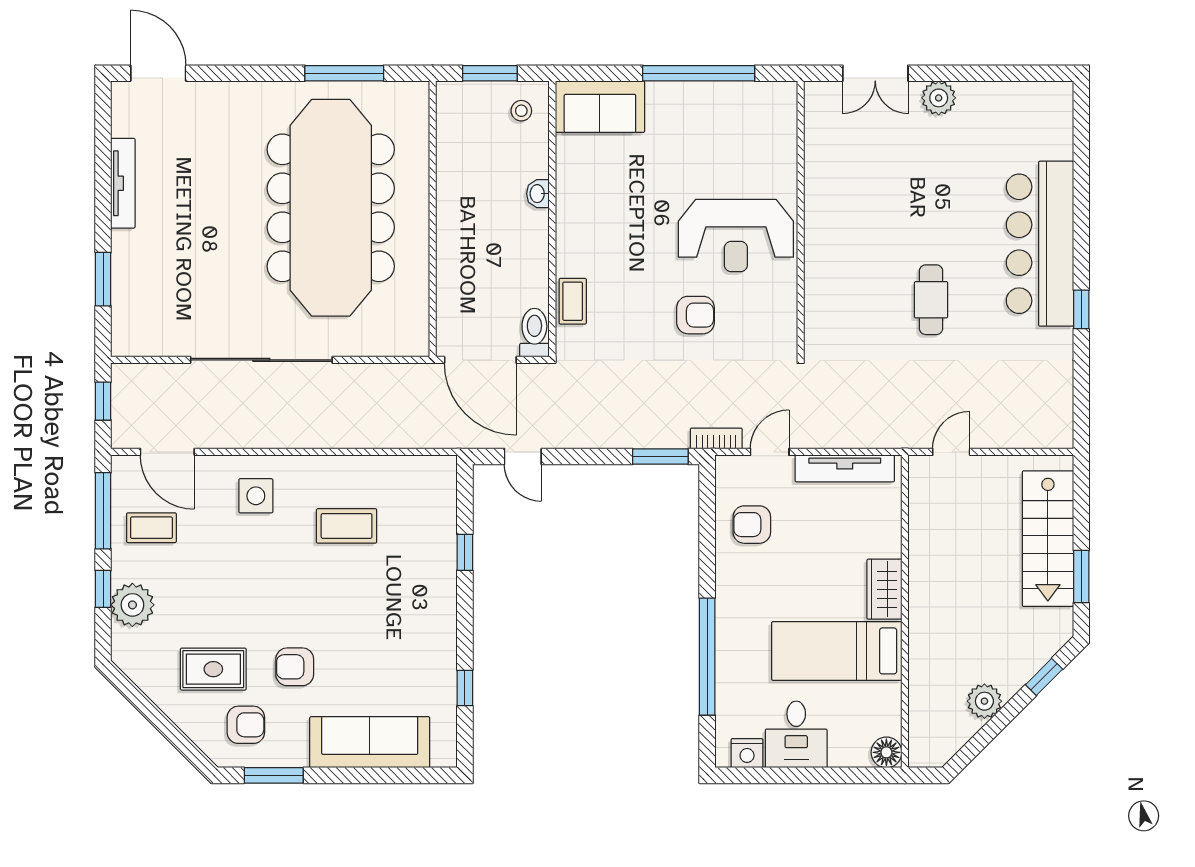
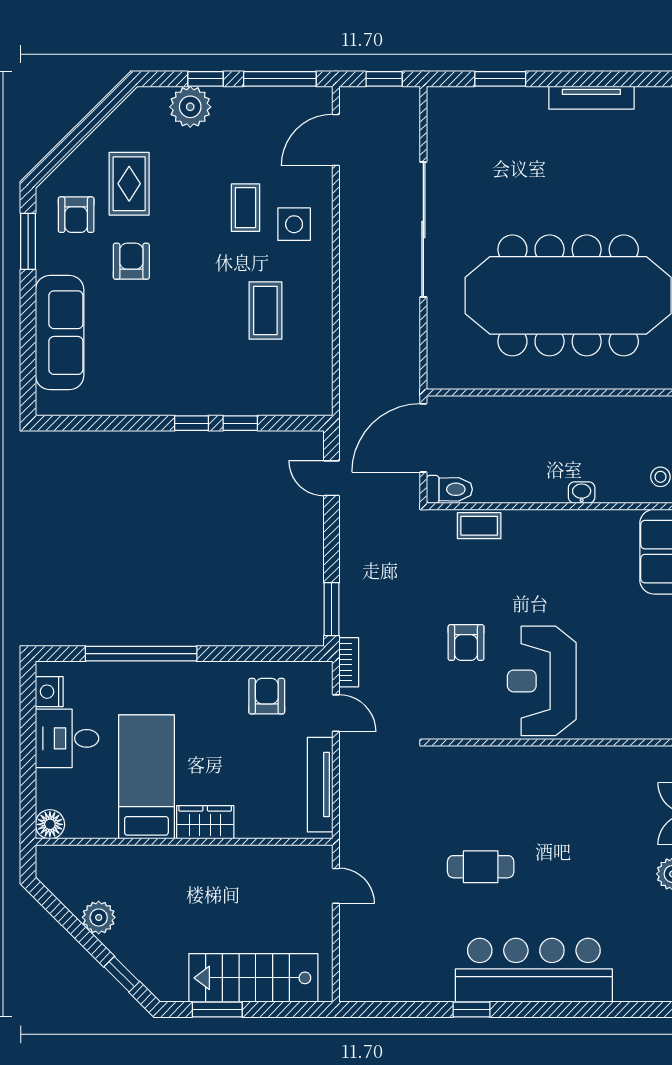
door: (523, 456) -> (331, 478), hinge flipped
coffee table: (151, 528) -> (245, 208), moved
window: (465, 688) -> (191, 423), moved

